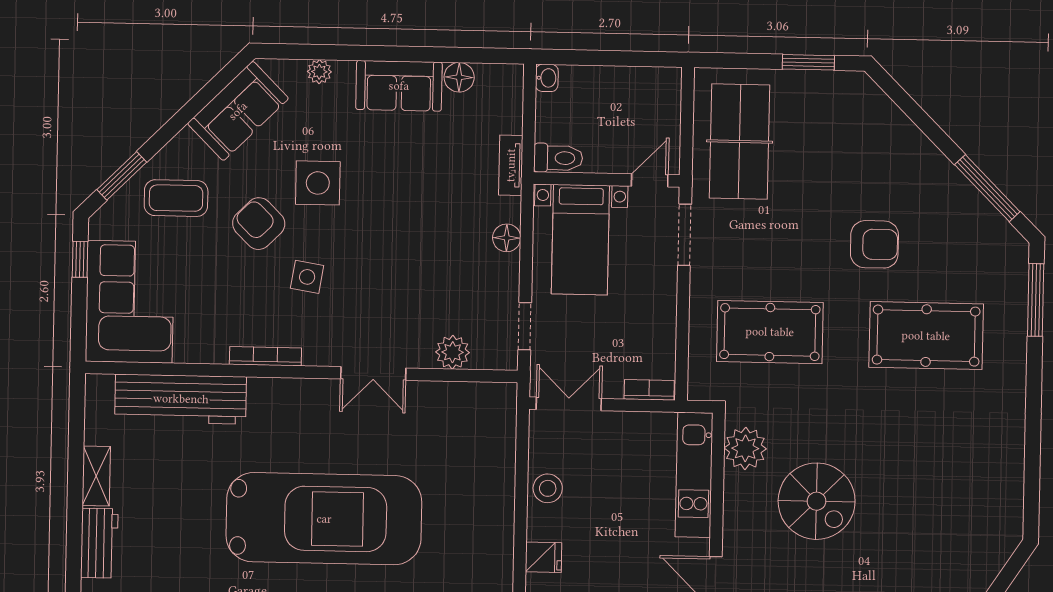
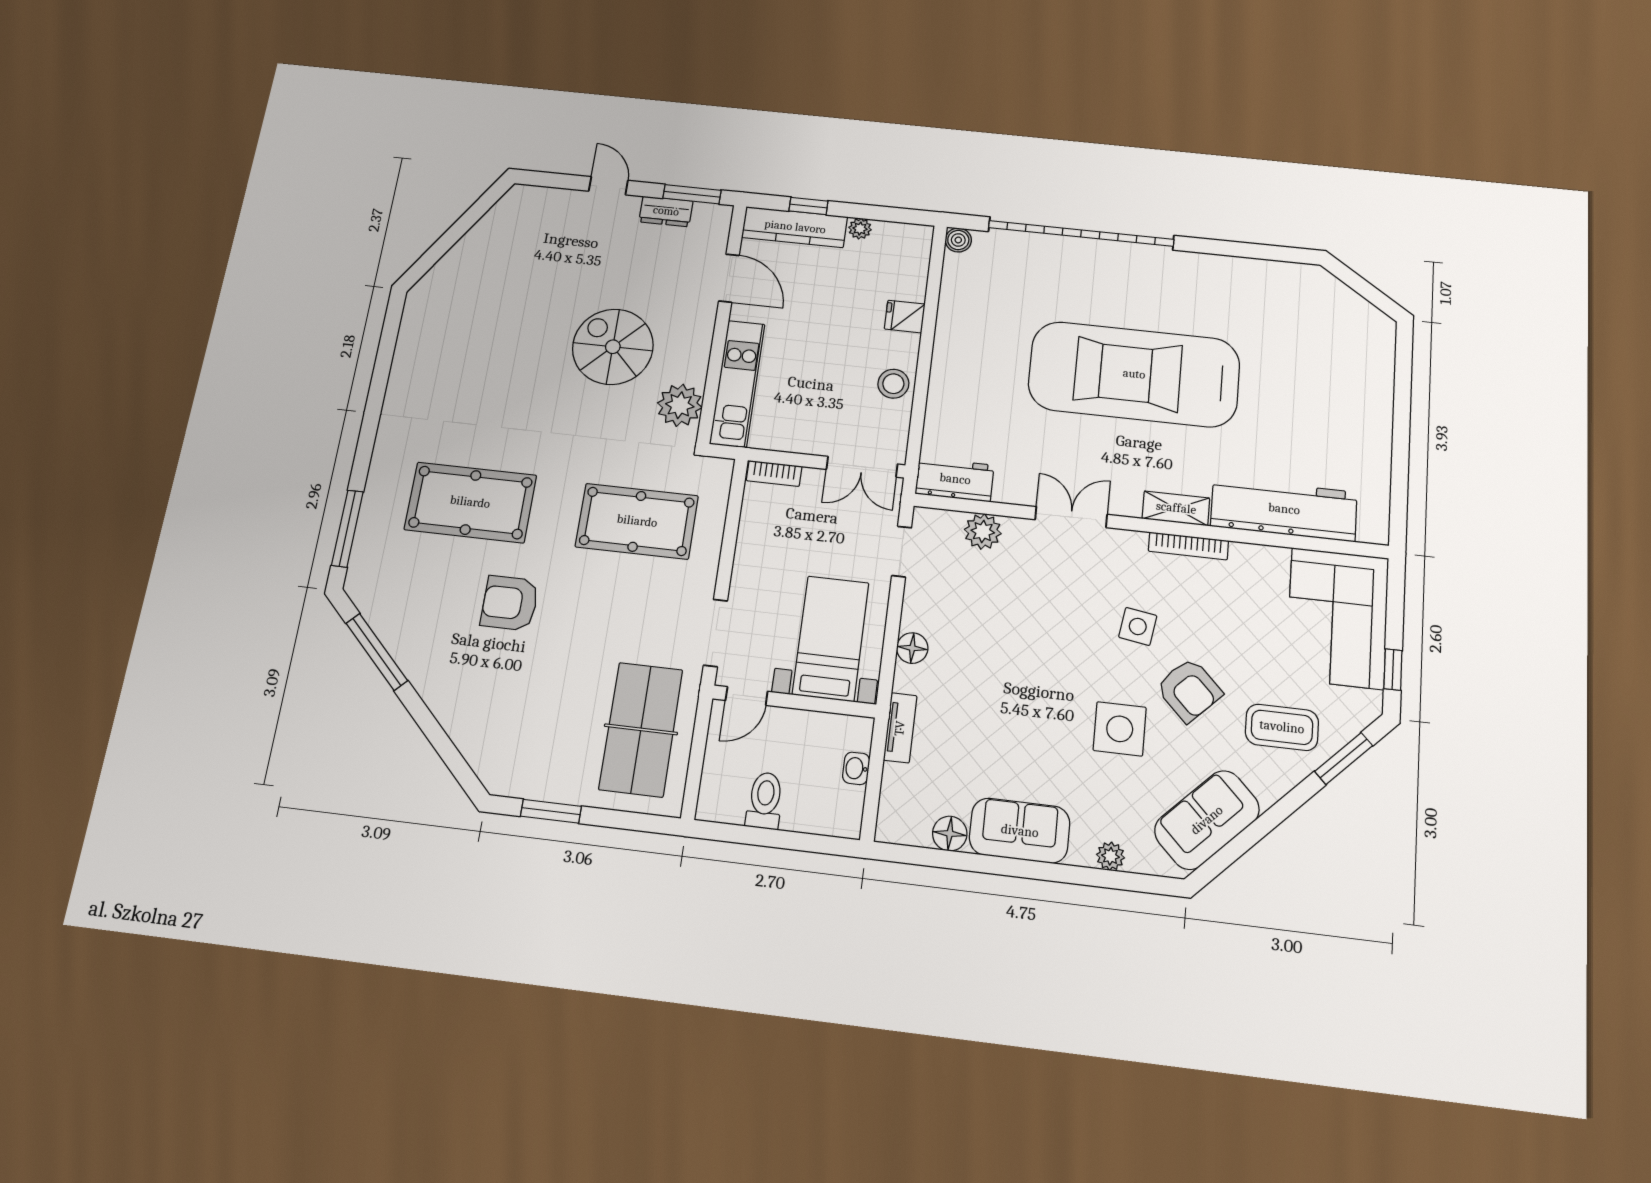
washbasin: (547, 78) -> (856, 768), moved
toilet: (558, 158) -> (765, 801), moved, turned 90
shelving: (96, 476) -> (1176, 508), moved, turned 90
workbench: (99, 543) -> (955, 479), moved, turned 90

